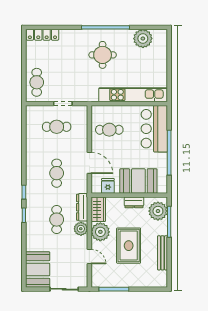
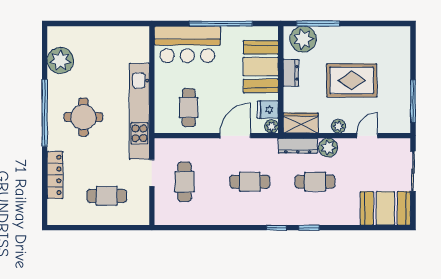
locker: (42, 35) -> (55, 175), moved
cafe table: (37, 82) -> (107, 196), moved
kitchen unit: (133, 95) -> (139, 111), moved
plant: (96, 189) -> (272, 126), added
plant: (100, 232) -> (338, 126), width x0.53, depth x0.53
bench: (162, 253) -> (362, 33), removed

